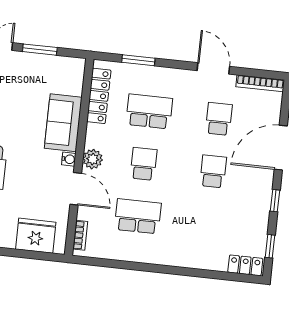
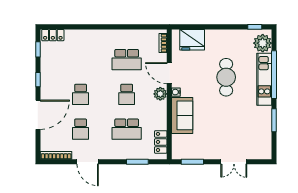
window: (40, 50) -> (192, 162), moved
locker: (99, 96) -> (161, 142), width x0.66

